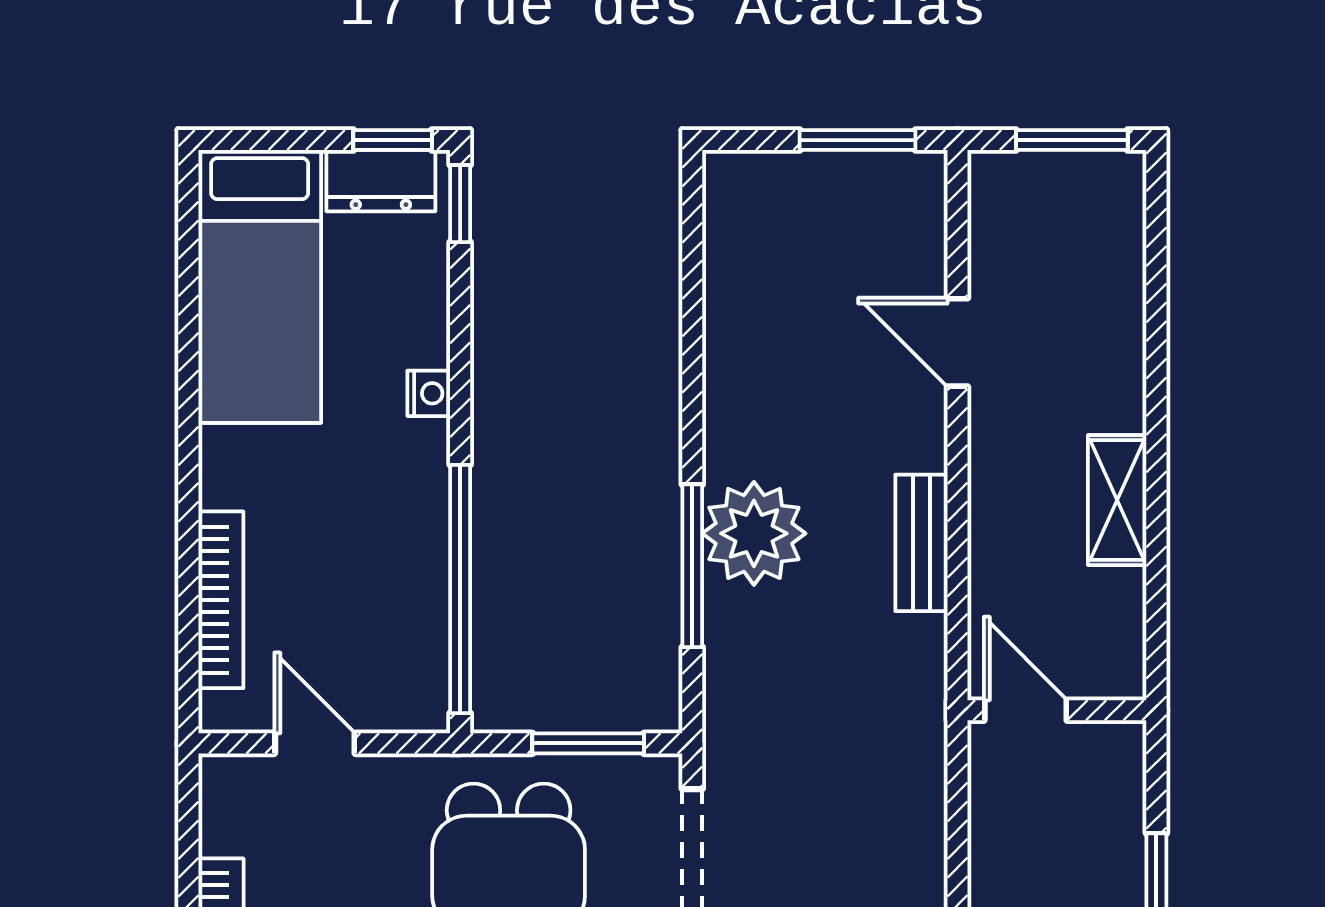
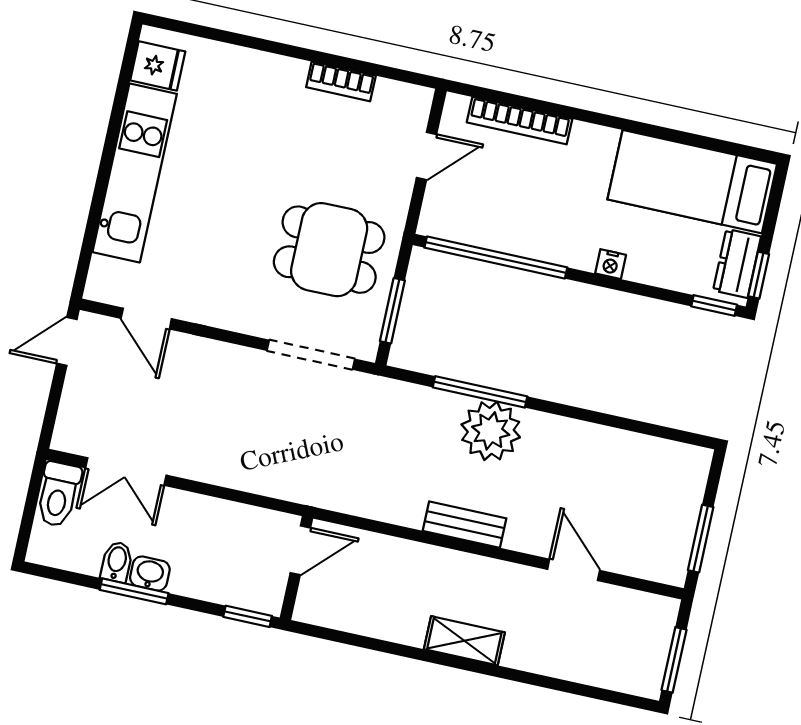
door: (957, 342) -> (574, 570), hinge flipped
door: (1026, 710) -> (300, 550), moved
wall: (1057, 710) -> (296, 568), moved

